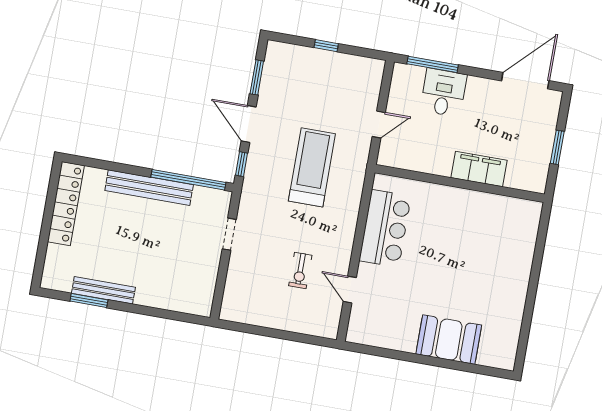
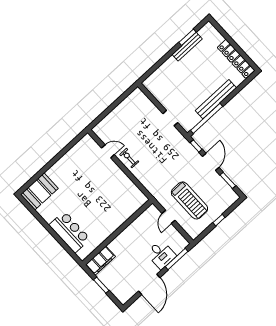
door: (525, 81) -> (149, 284), moved
door: (249, 124) -> (211, 162), hinge flipped
treadmill: (312, 167) -> (189, 200), moved
filing cabinet: (479, 169) -> (100, 261), moved
bar counter: (385, 228) -> (70, 232), moved, turned 180
exercise bike: (300, 271) -> (129, 158), moved
booth: (449, 340) -> (39, 191), moved

